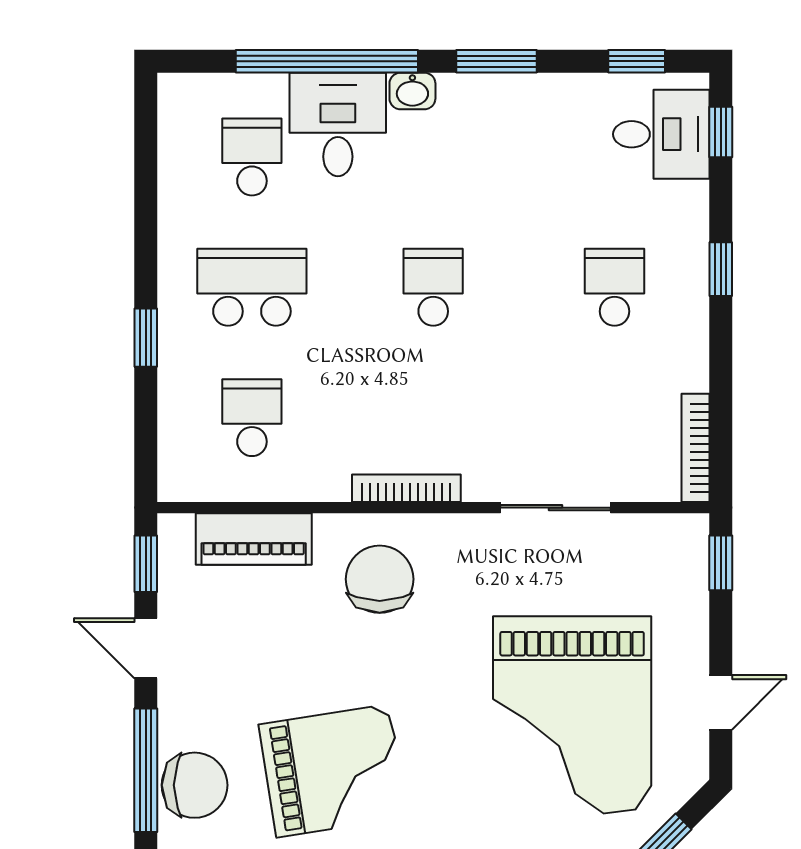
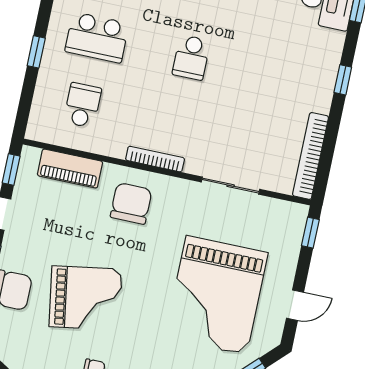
school desk: (252, 287) -> (97, 37), turned 180
school desk: (433, 287) -> (191, 57), turned 180
school desk: (615, 287) -> (286, 78), removed
bookcase: (695, 448) -> (311, 156), width x1.48, depth x1.31

